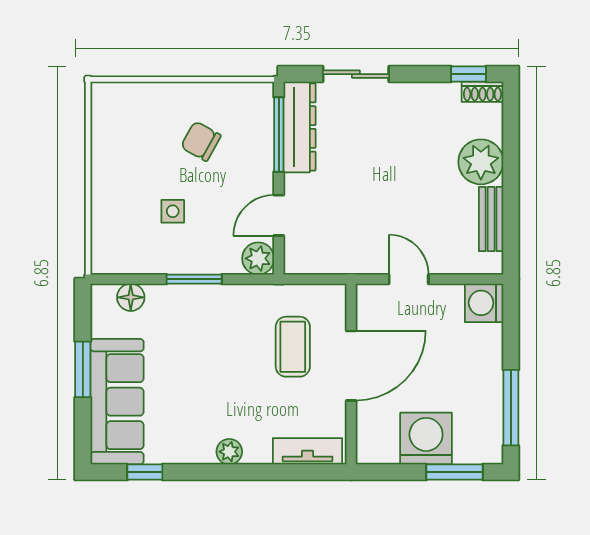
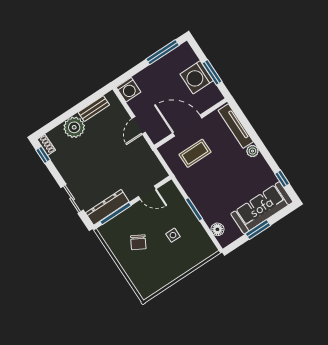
plant: (258, 258) -> (169, 190), removed
tv unit: (307, 451) -> (236, 126), width x1.41
window: (454, 472) -> (212, 72), moved

